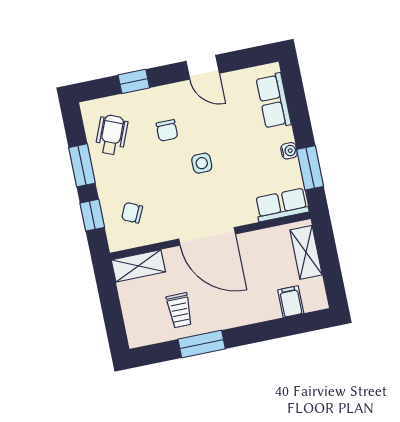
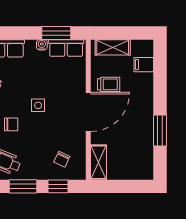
row of seats: (282, 205) -> (66, 48), moved, turned -90
trolley: (179, 310) -> (109, 84), moved

